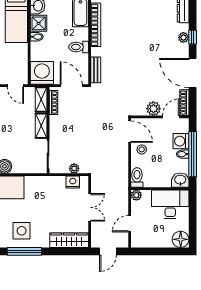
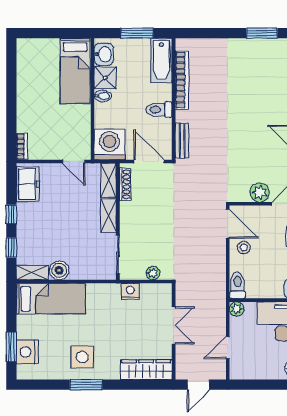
nightstand: (73, 182) -> (130, 291), moved
window: (24, 251) -> (86, 385), width x0.69

